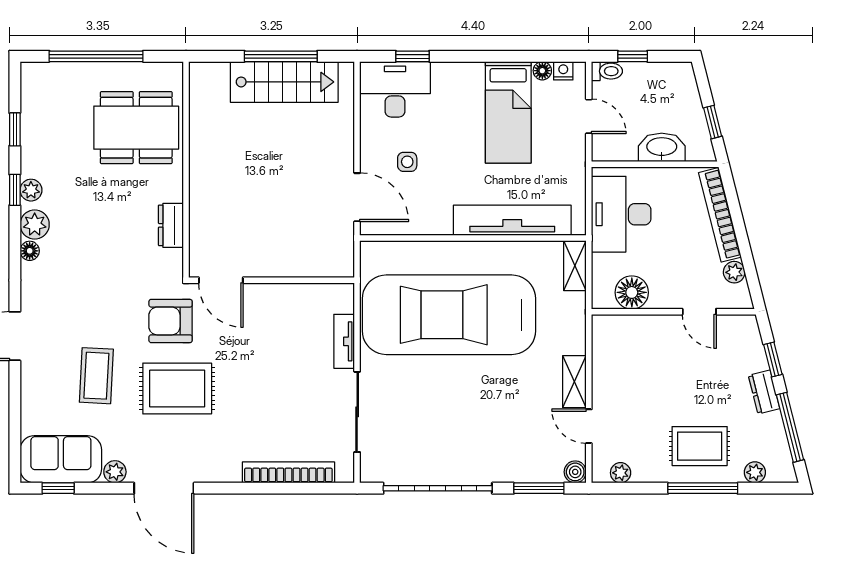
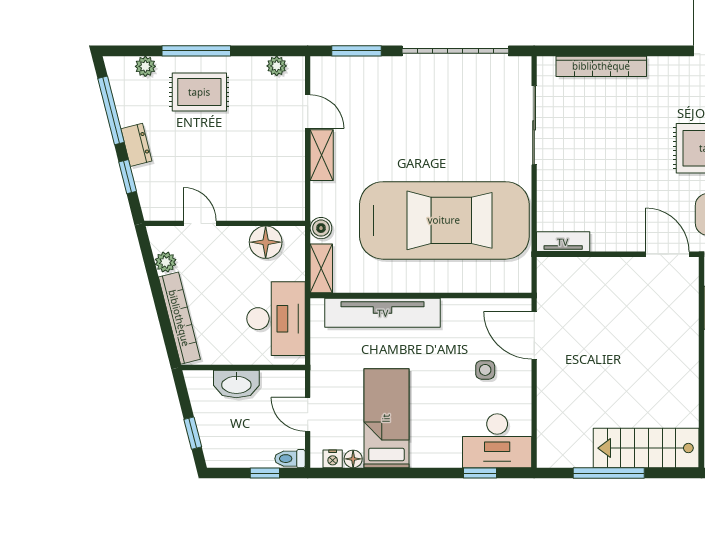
stairs: (284, 82) -> (646, 448), moved
window: (713, 122) -> (193, 433), moved
tv unit: (344, 341) -> (563, 242), moved, turned -90
boiler: (575, 472) -> (321, 228), moved

